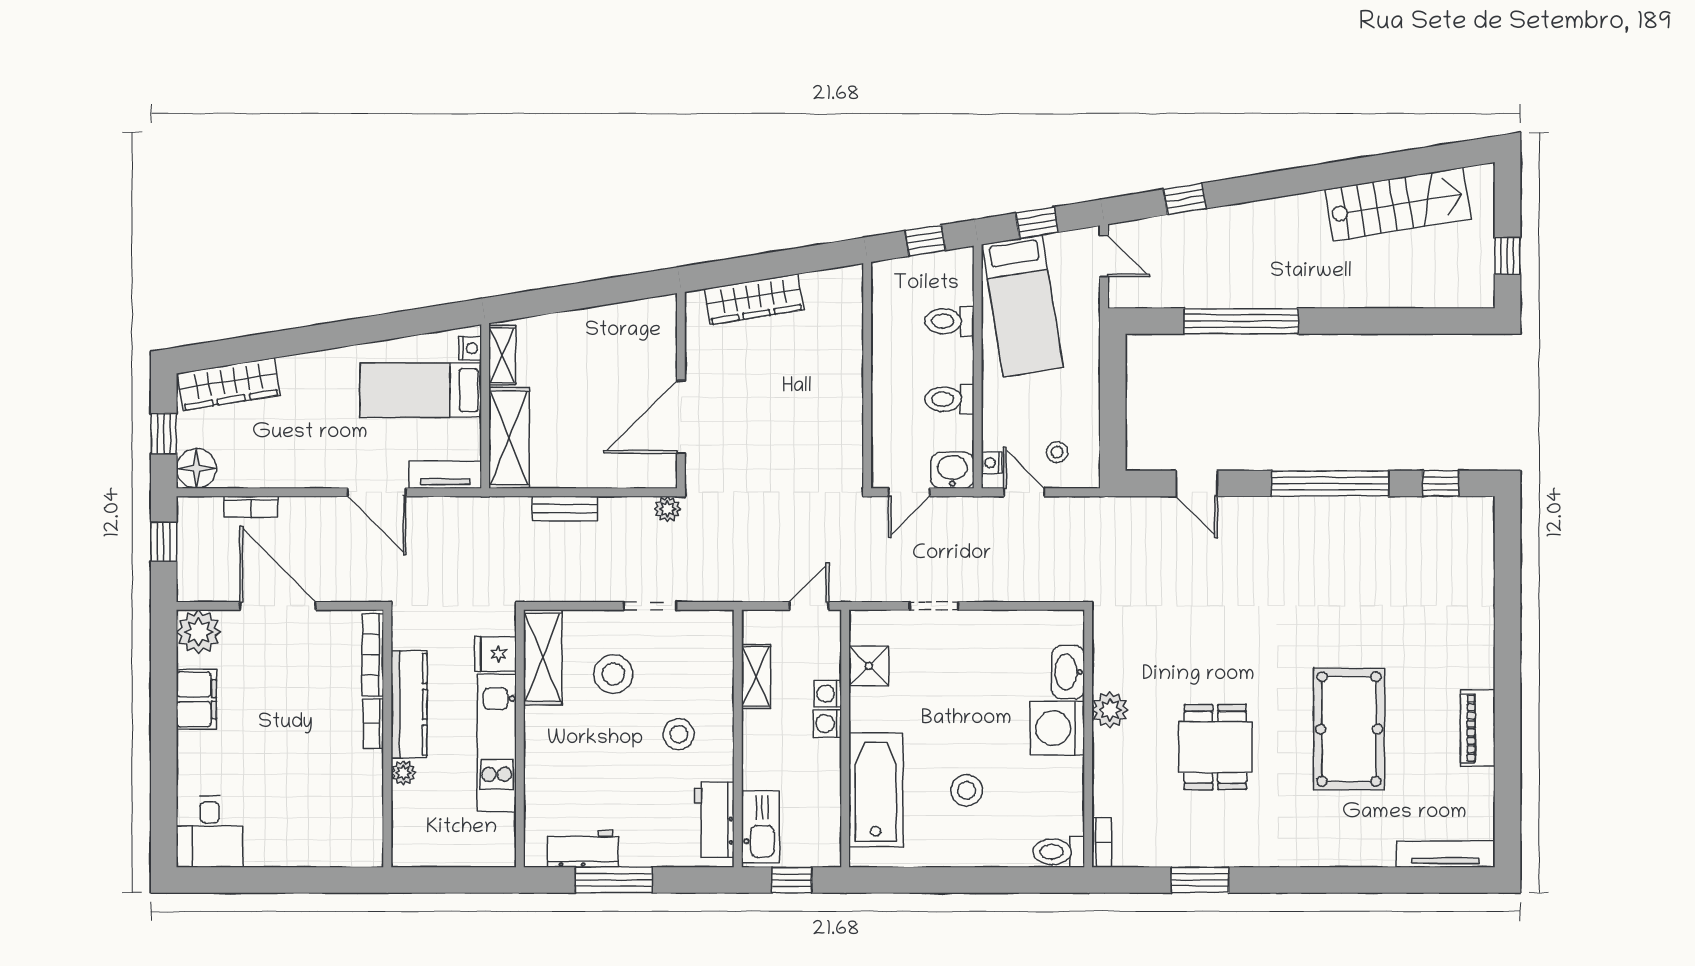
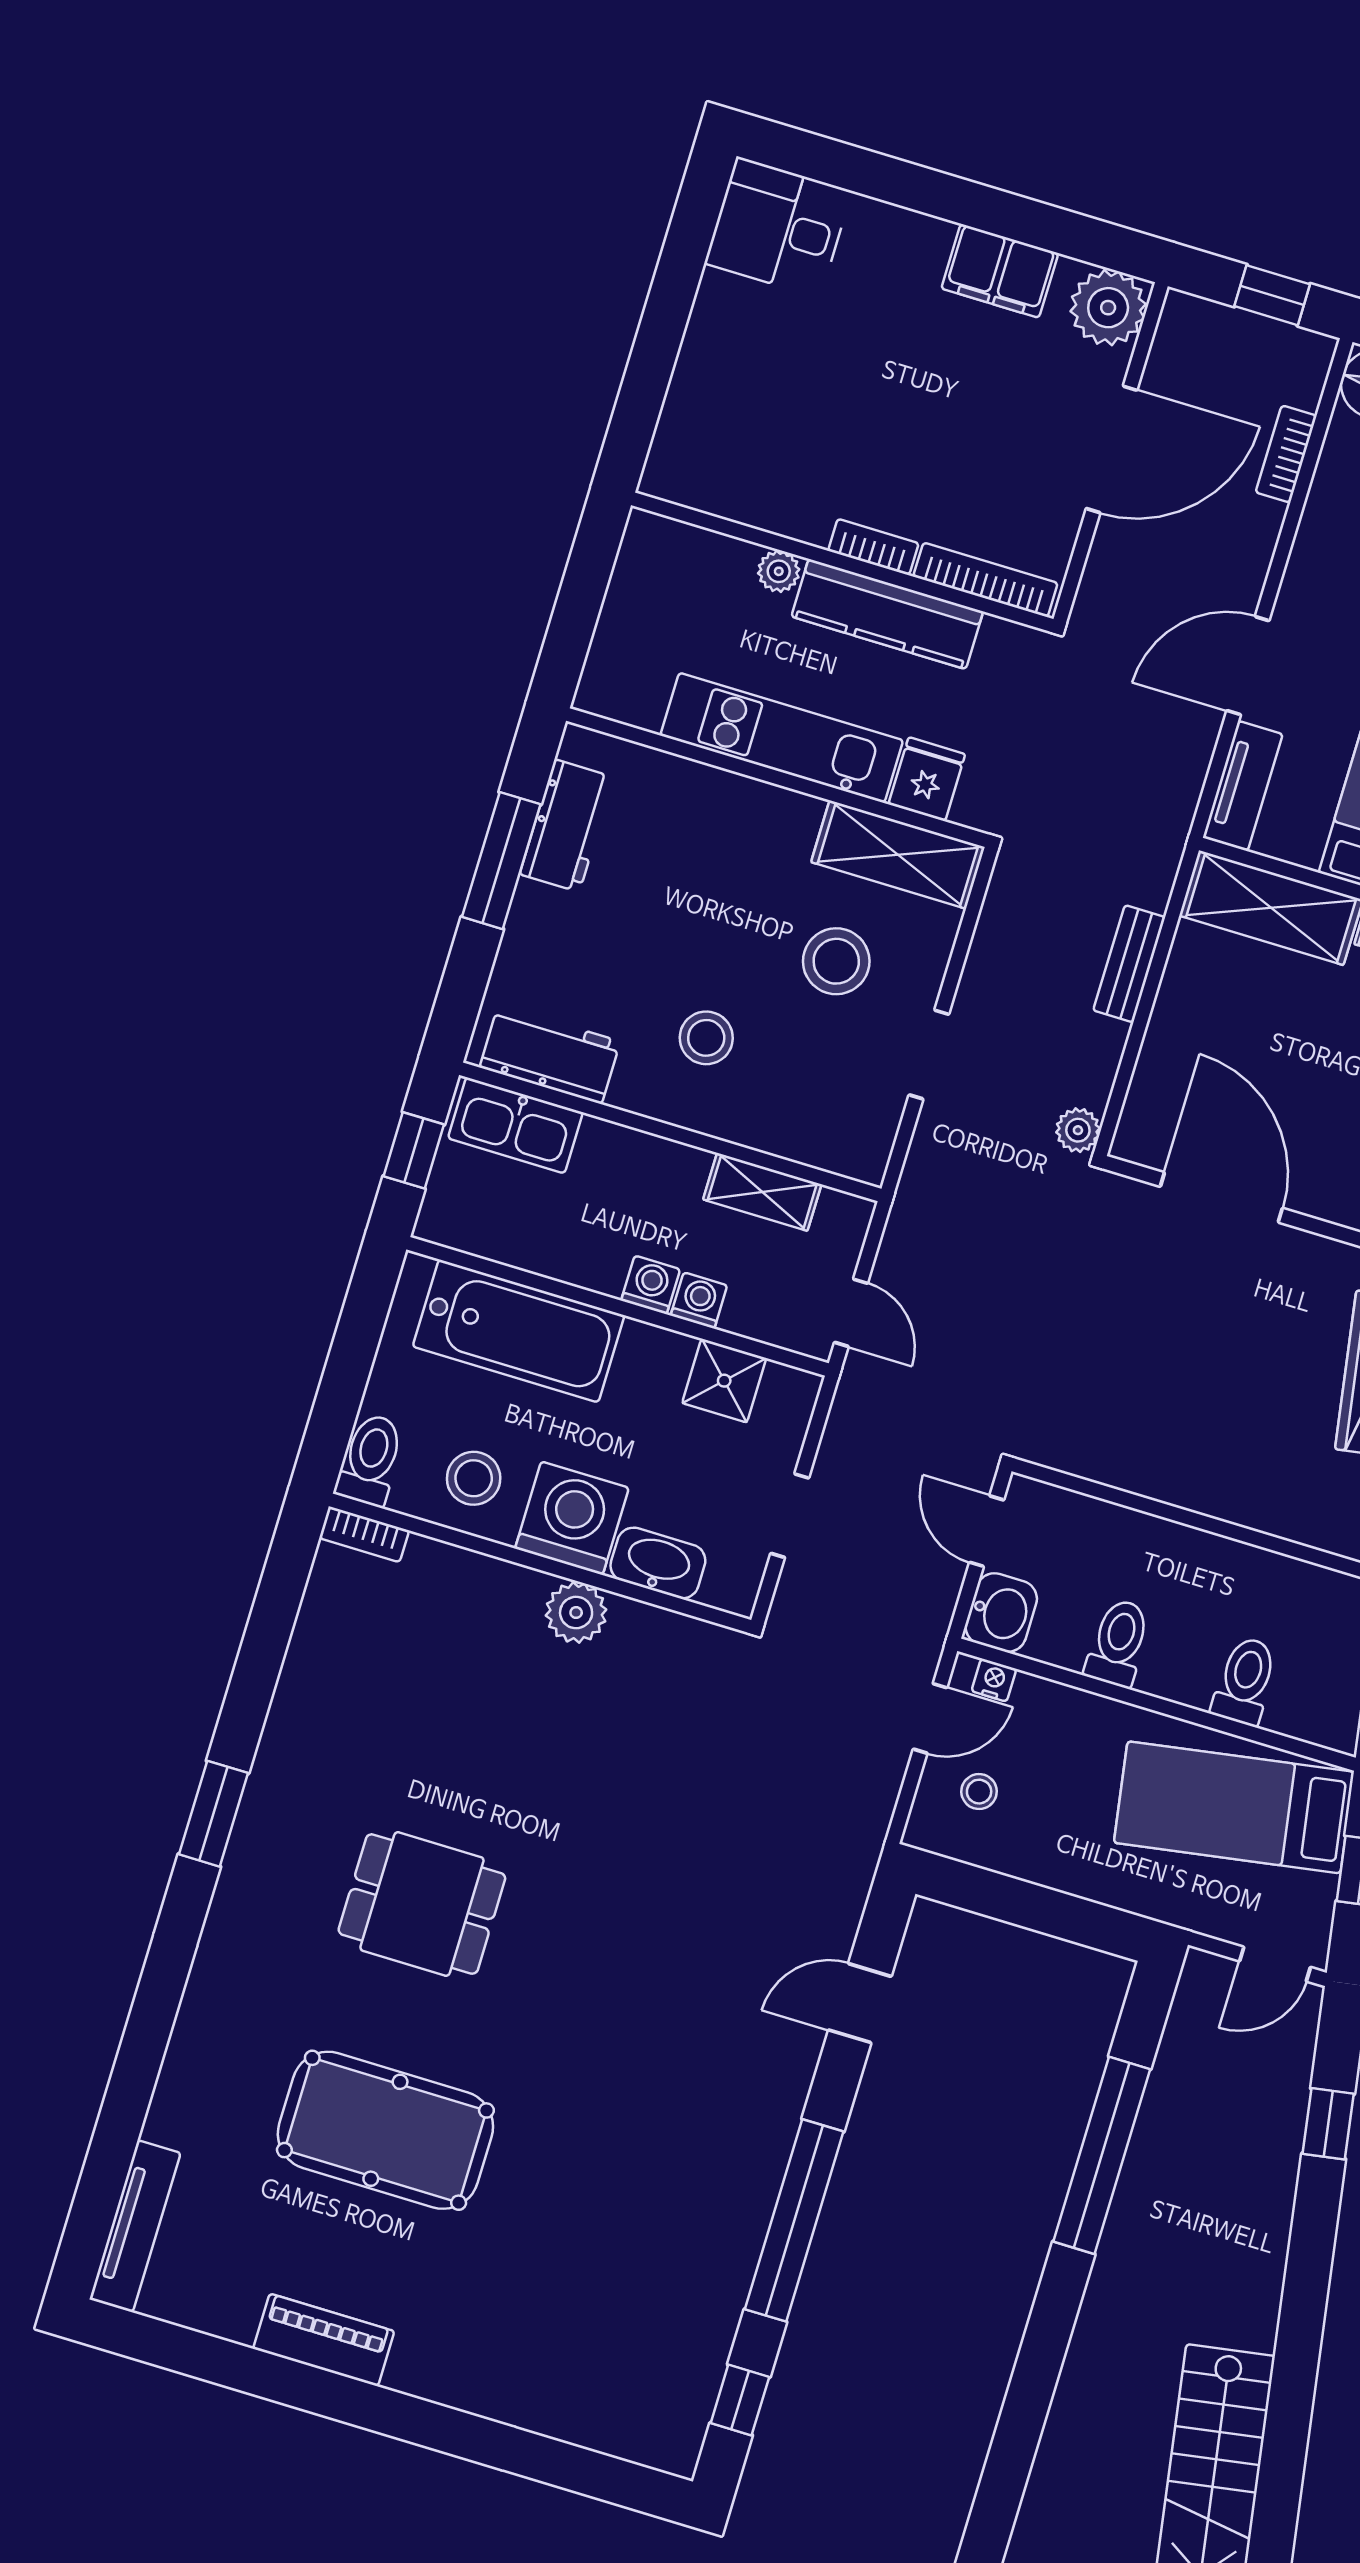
washbasin: (1068, 672) -> (658, 1563), moved
plant: (1110, 710) -> (576, 1613), moved
washing machine: (1057, 728) -> (572, 1518), moved
wall: (1088, 738) -> (540, 1563), moved
bookcase: (1102, 843) -> (364, 1534), moved
toilet: (1059, 852) -> (370, 1460), moved

